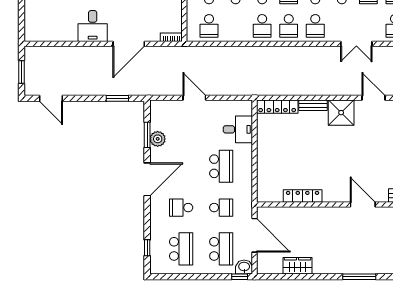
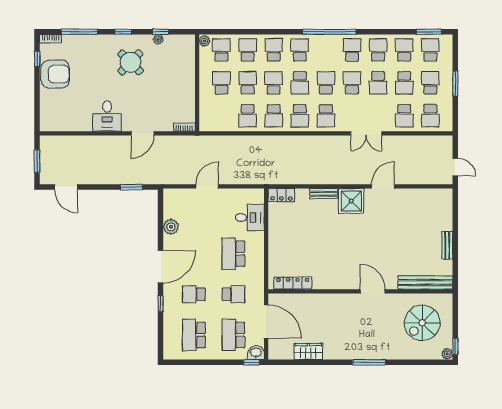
school desk: (209, 26) -> (248, 116), moved
door: (129, 44) -> (142, 133), width x0.73
door: (194, 98) -> (207, 186), hinge flipped
door: (373, 98) -> (383, 186), hinge flipped
locker: (277, 107) -> (281, 195), width x0.66
window: (147, 135) -> (161, 223), removed
school desk: (221, 166) -> (233, 254), turned 180
locker: (303, 196) -> (293, 283), moved
window: (147, 248) -> (161, 304), moved
school desk: (181, 249) -> (194, 335), turned 180
school desk: (221, 249) -> (233, 335), turned 180

